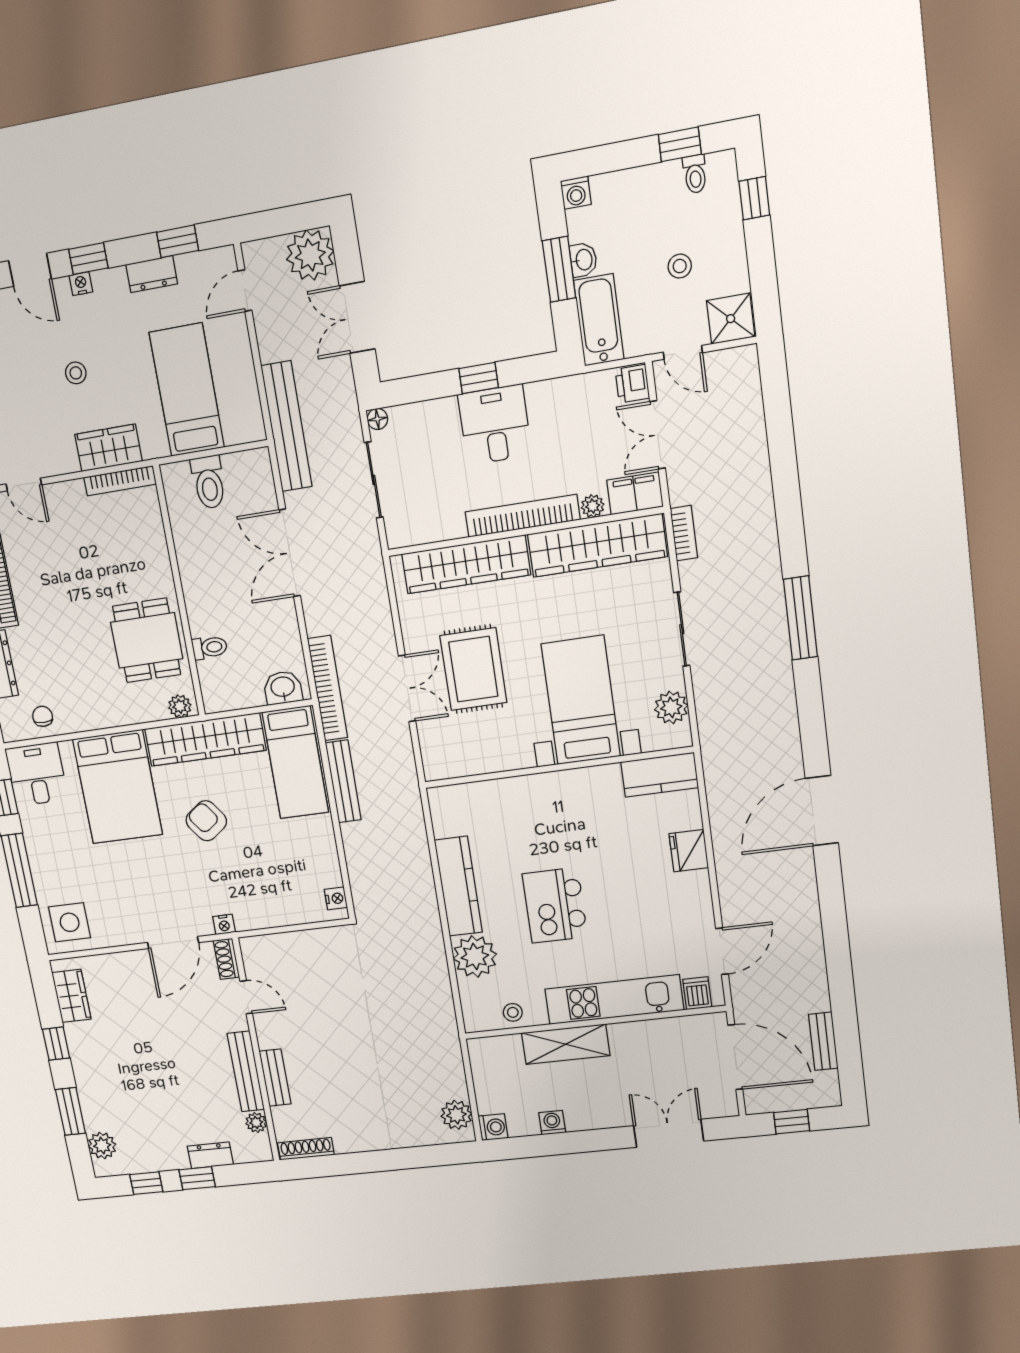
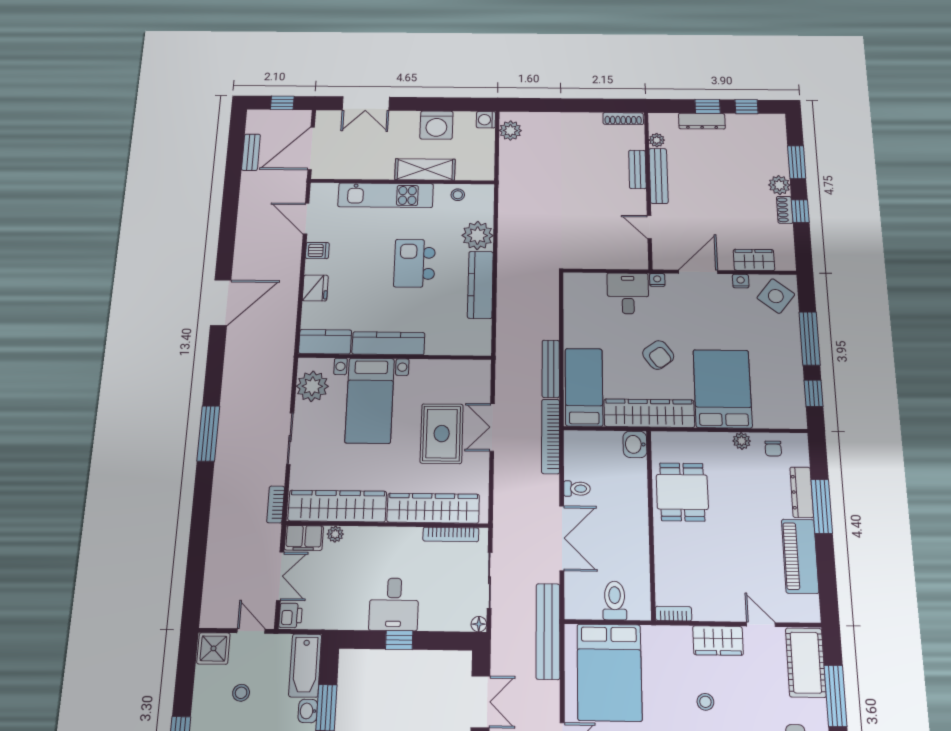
bed: (187, 390) -> (609, 672), width x1.50
wardrobe: (108, 448) -> (718, 641), moved
bookcase: (120, 481) -> (674, 614), width x0.64
bookcase: (522, 516) -> (451, 534), moved, width x0.68, depth x0.76
toilet: (210, 647) -> (577, 489), moved, turned 180
washbasin: (283, 688) -> (635, 444), moved, turned 90
plant: (180, 706) -> (742, 441), moved
plant: (671, 707) -> (312, 386), width x1.36, depth x1.36
desk: (37, 774) -> (628, 293), moved, turned 180
kitchen counter: (570, 785) -> (388, 343), added
nightstand: (336, 898) -> (741, 281), moved, turned 90
kitchen island: (555, 905) -> (415, 263), turned 180
side table: (70, 922) -> (776, 296), turned 38
door: (722, 951) -> (306, 219), hinge flipped
shoe rack: (226, 959) -> (785, 210), moved, turned 180
dishwasher: (697, 993) -> (317, 250), moved, turned -90
wardrobe: (71, 996) -> (754, 260), moved, turned 90
door: (735, 1057) -> (311, 148), hinge flipped
washing machine: (552, 1123) -> (436, 125), width x1.89, depth x1.89
plant: (102, 1146) -> (779, 185), moved
dresser: (210, 1155) -> (702, 121), width x1.44

